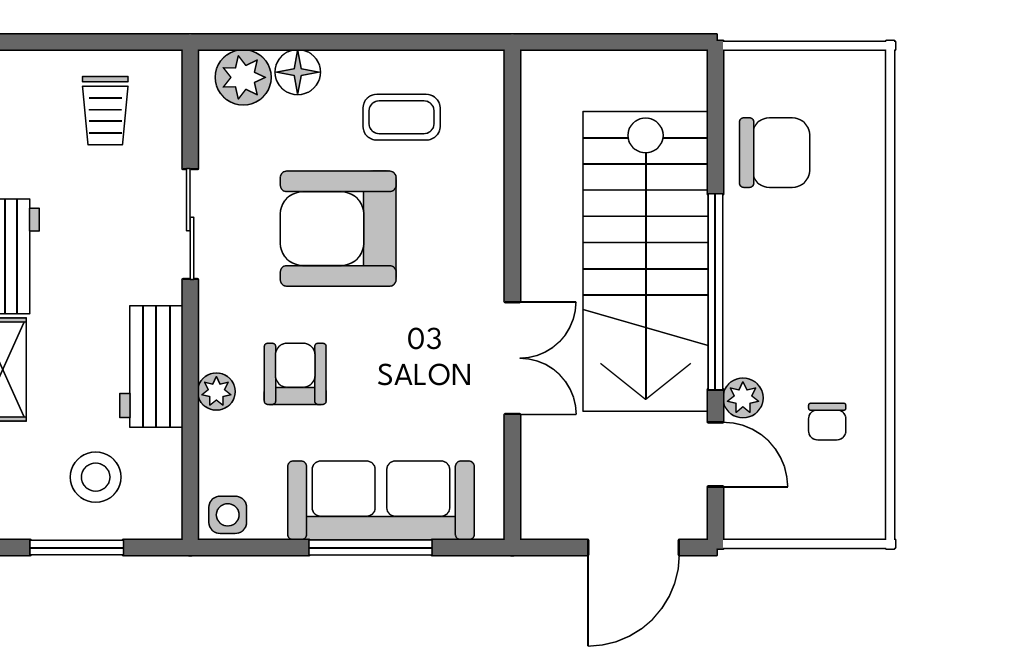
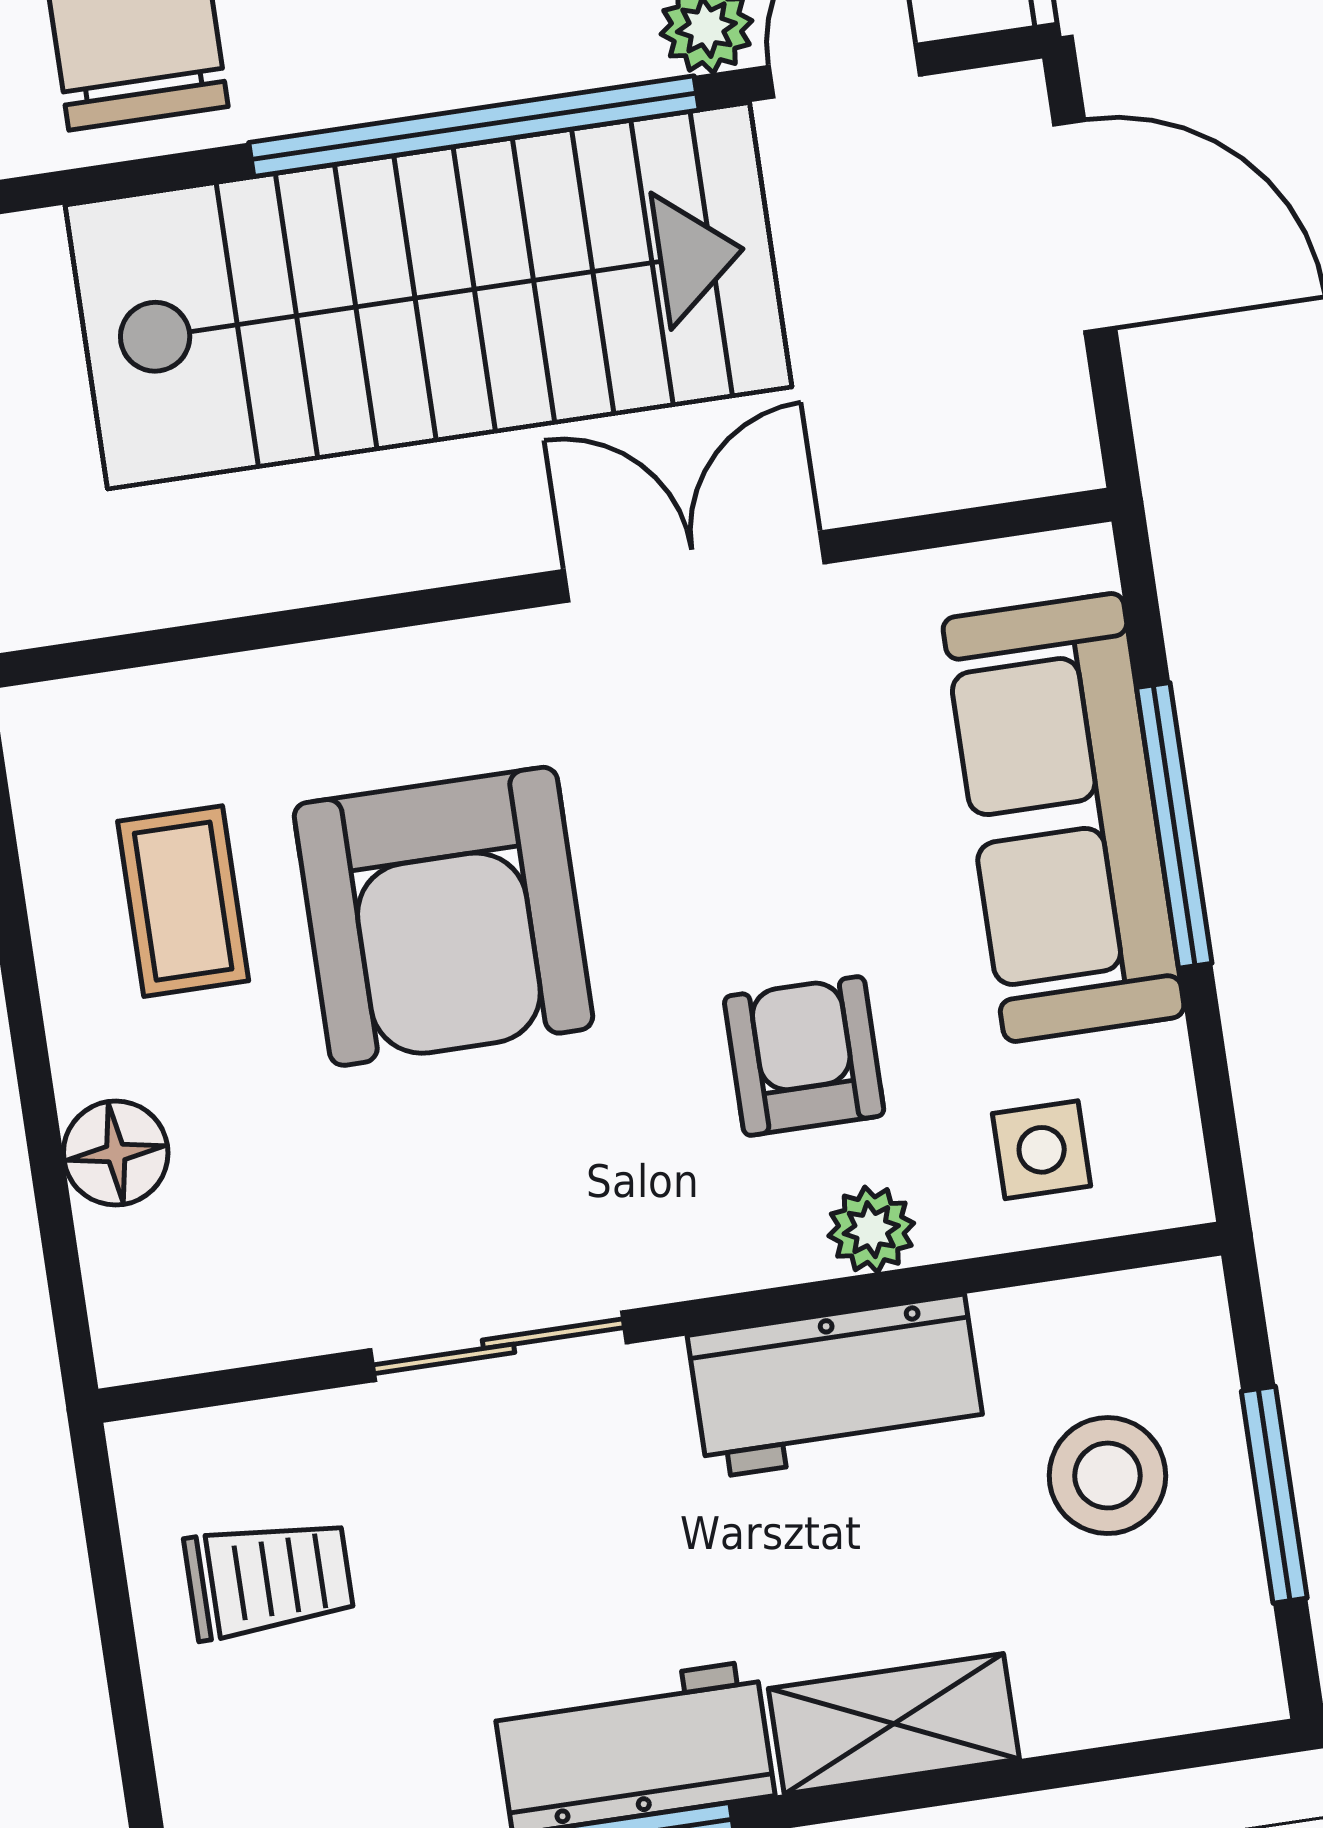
plant: (243, 77) -> (146, 1275), removed
armchair: (338, 229) -> (443, 916), moved
armchair: (295, 374) -> (804, 1056), turned 90
side table: (228, 515) -> (1042, 1150), moved

